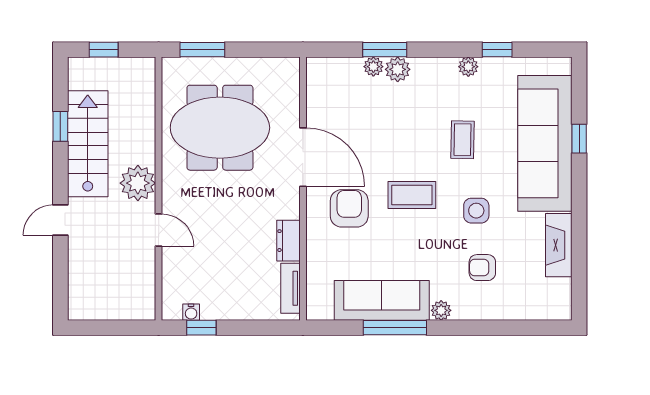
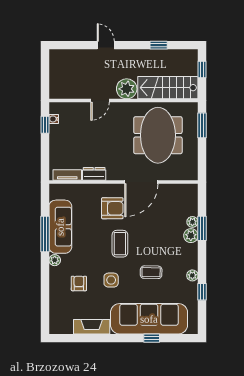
stairs: (88, 144) -> (168, 88), moved, turned 180

